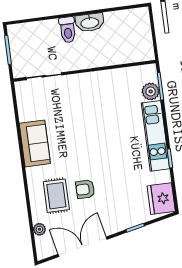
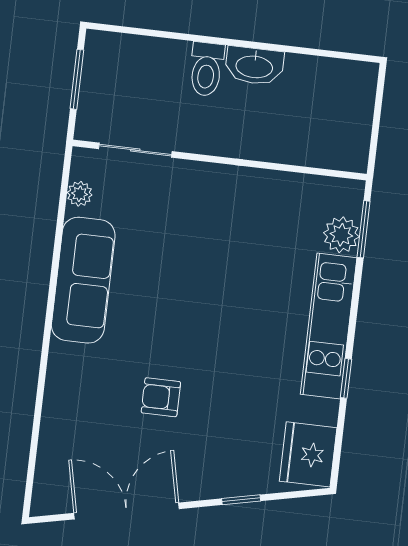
sofa: (35, 143) -> (83, 280), width x1.36
rug: (56, 196) -> (100, 396), removed
plant: (39, 229) -> (80, 194), moved

